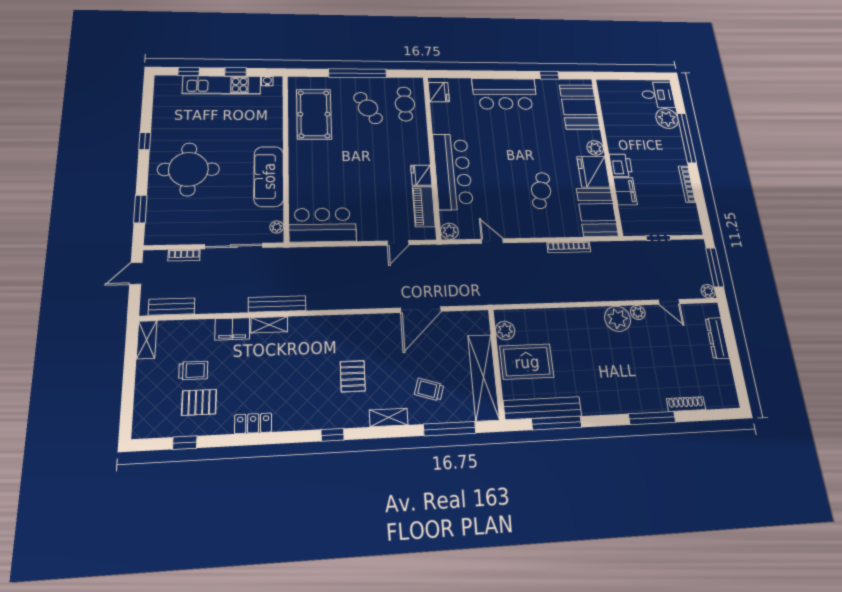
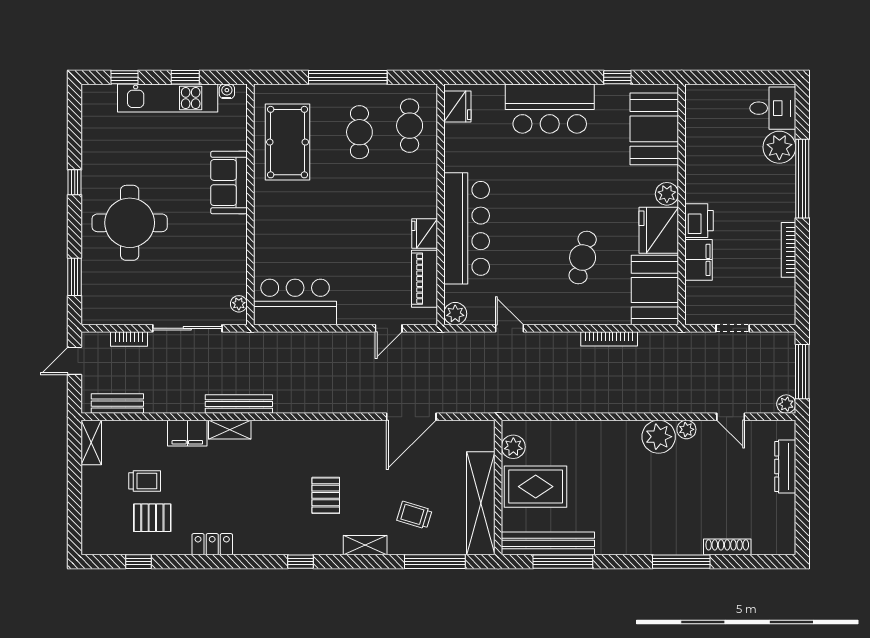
cafe table: (368, 108) -> (359, 132), turned 31
sofa: (269, 176) -> (229, 183), moved, width x0.73

